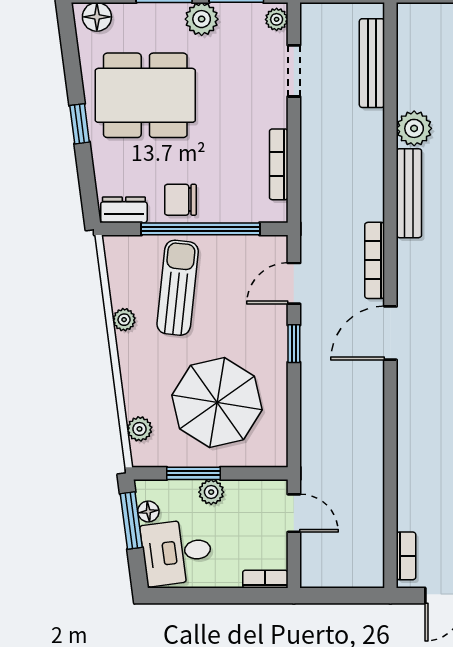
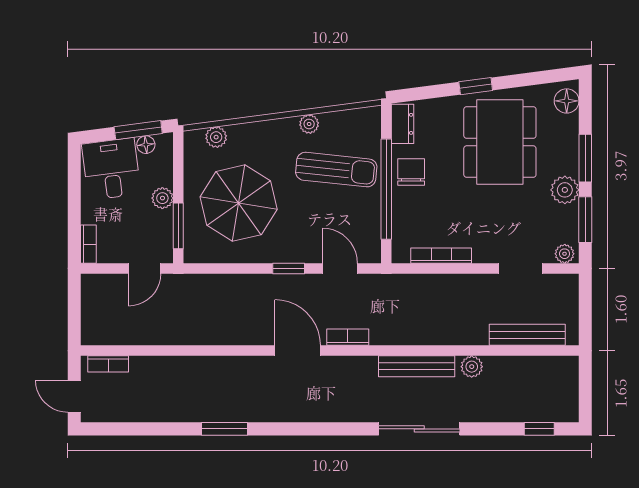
plant: (414, 128) -> (472, 367), width x0.73, depth x0.73
bookcase: (375, 260) -> (348, 337), width x0.64
window: (193, 473) -> (178, 226), moved

